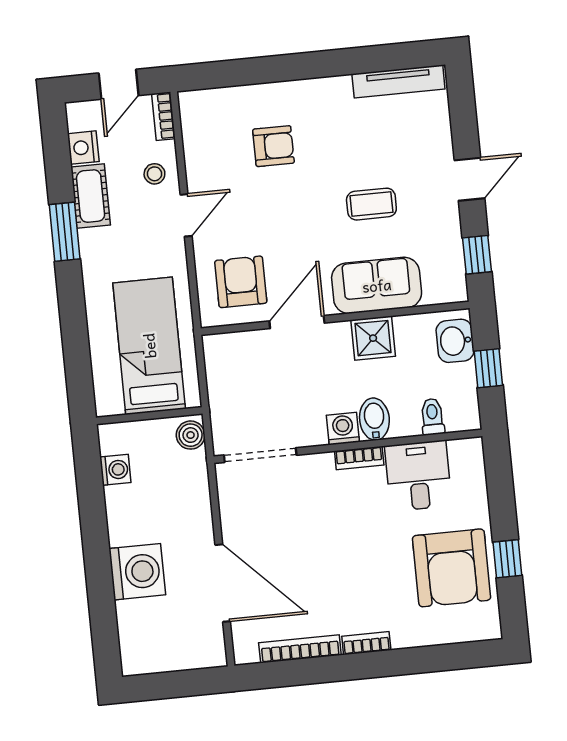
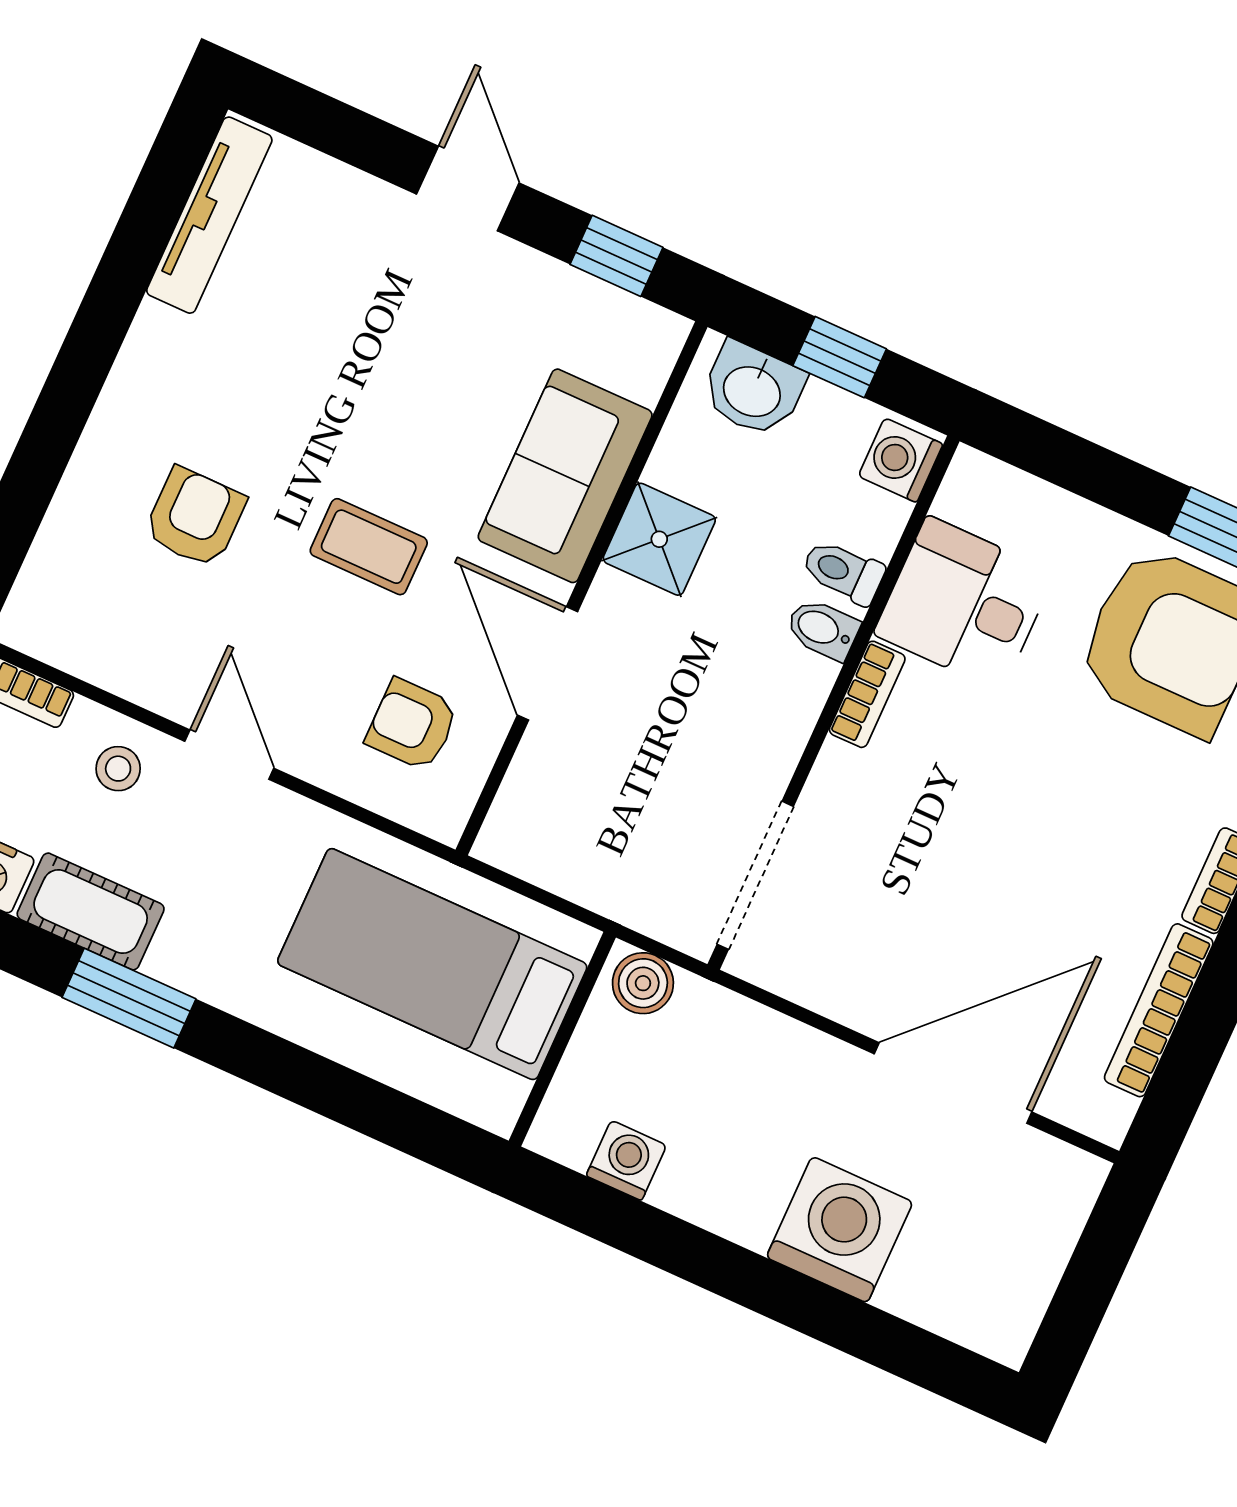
coffee table: (371, 204) -> (369, 547), moved, turned 90
armchair: (241, 282) -> (412, 725), width x0.72, depth x0.72
toilet: (432, 417) -> (843, 572), moved
bidet: (374, 419) -> (823, 629), width x0.72, depth x0.74
washing machine: (343, 429) -> (901, 460), moved

